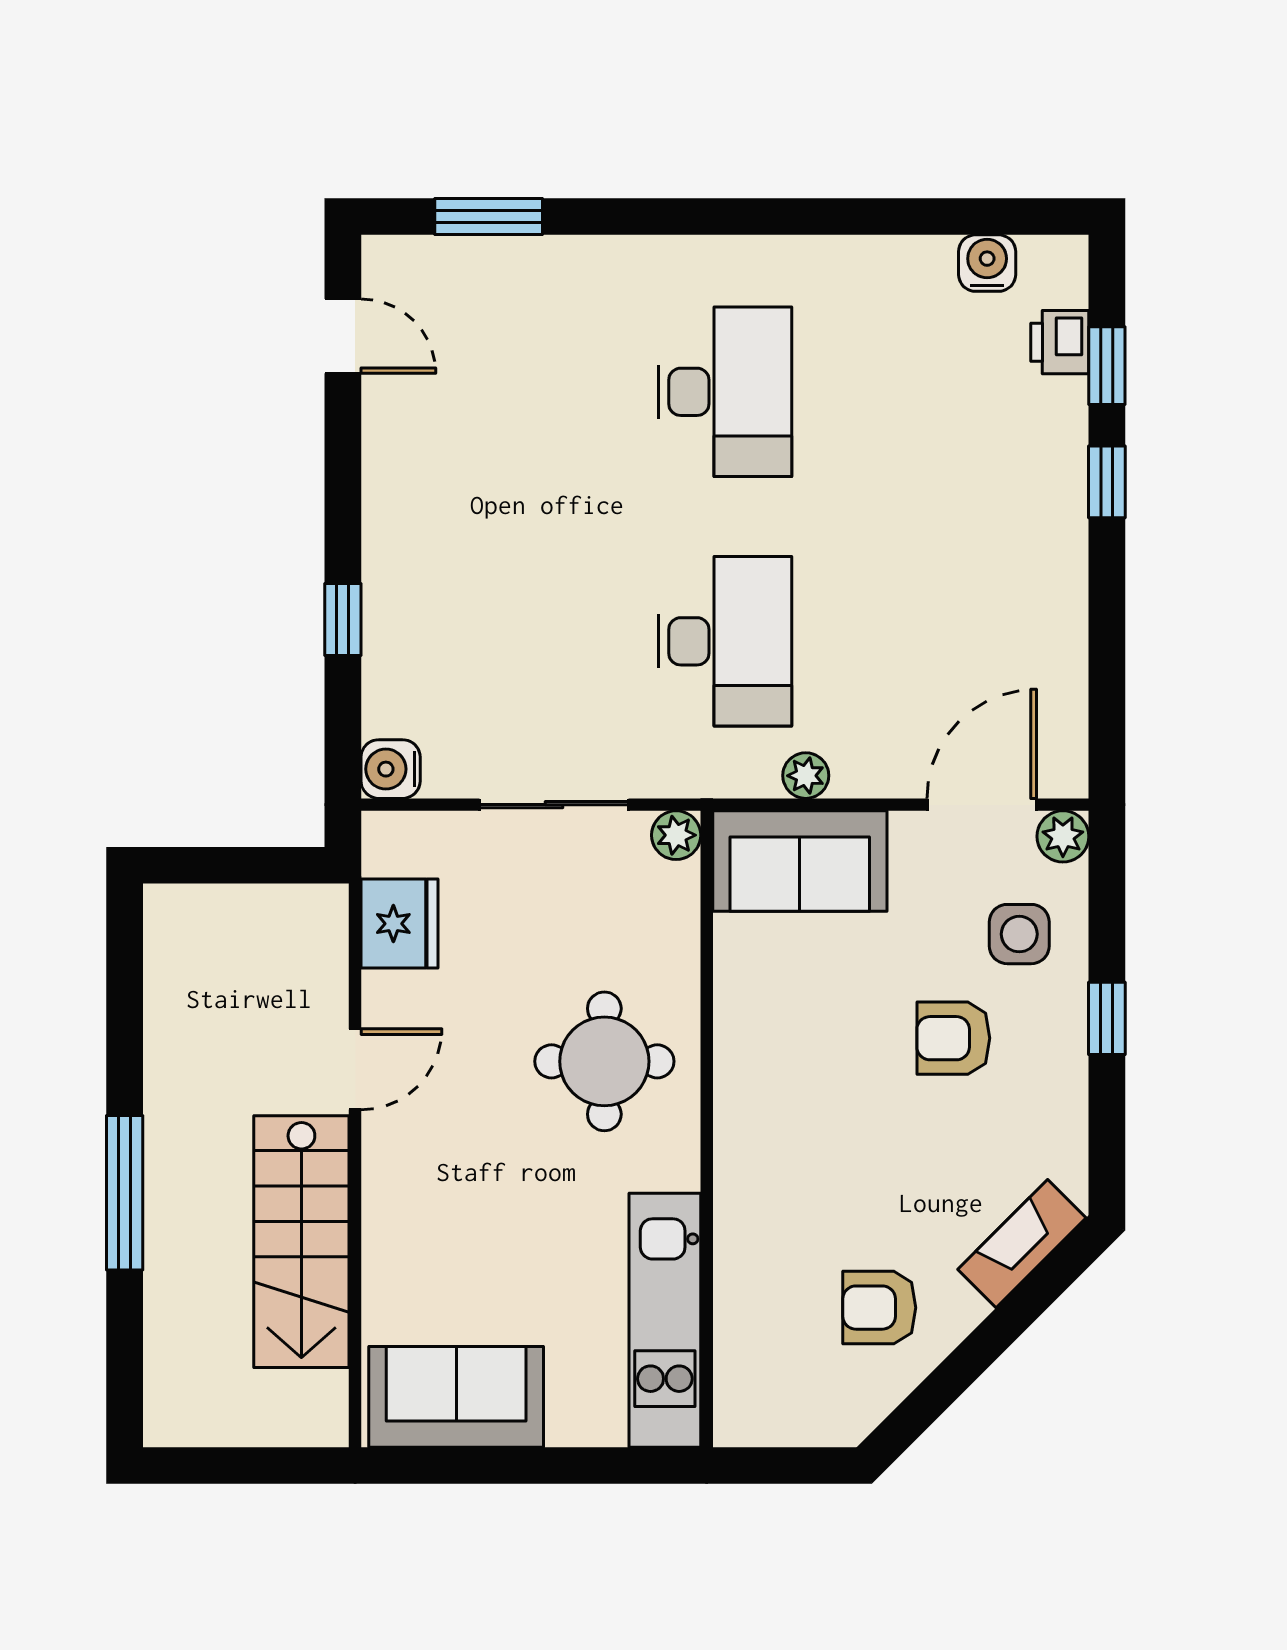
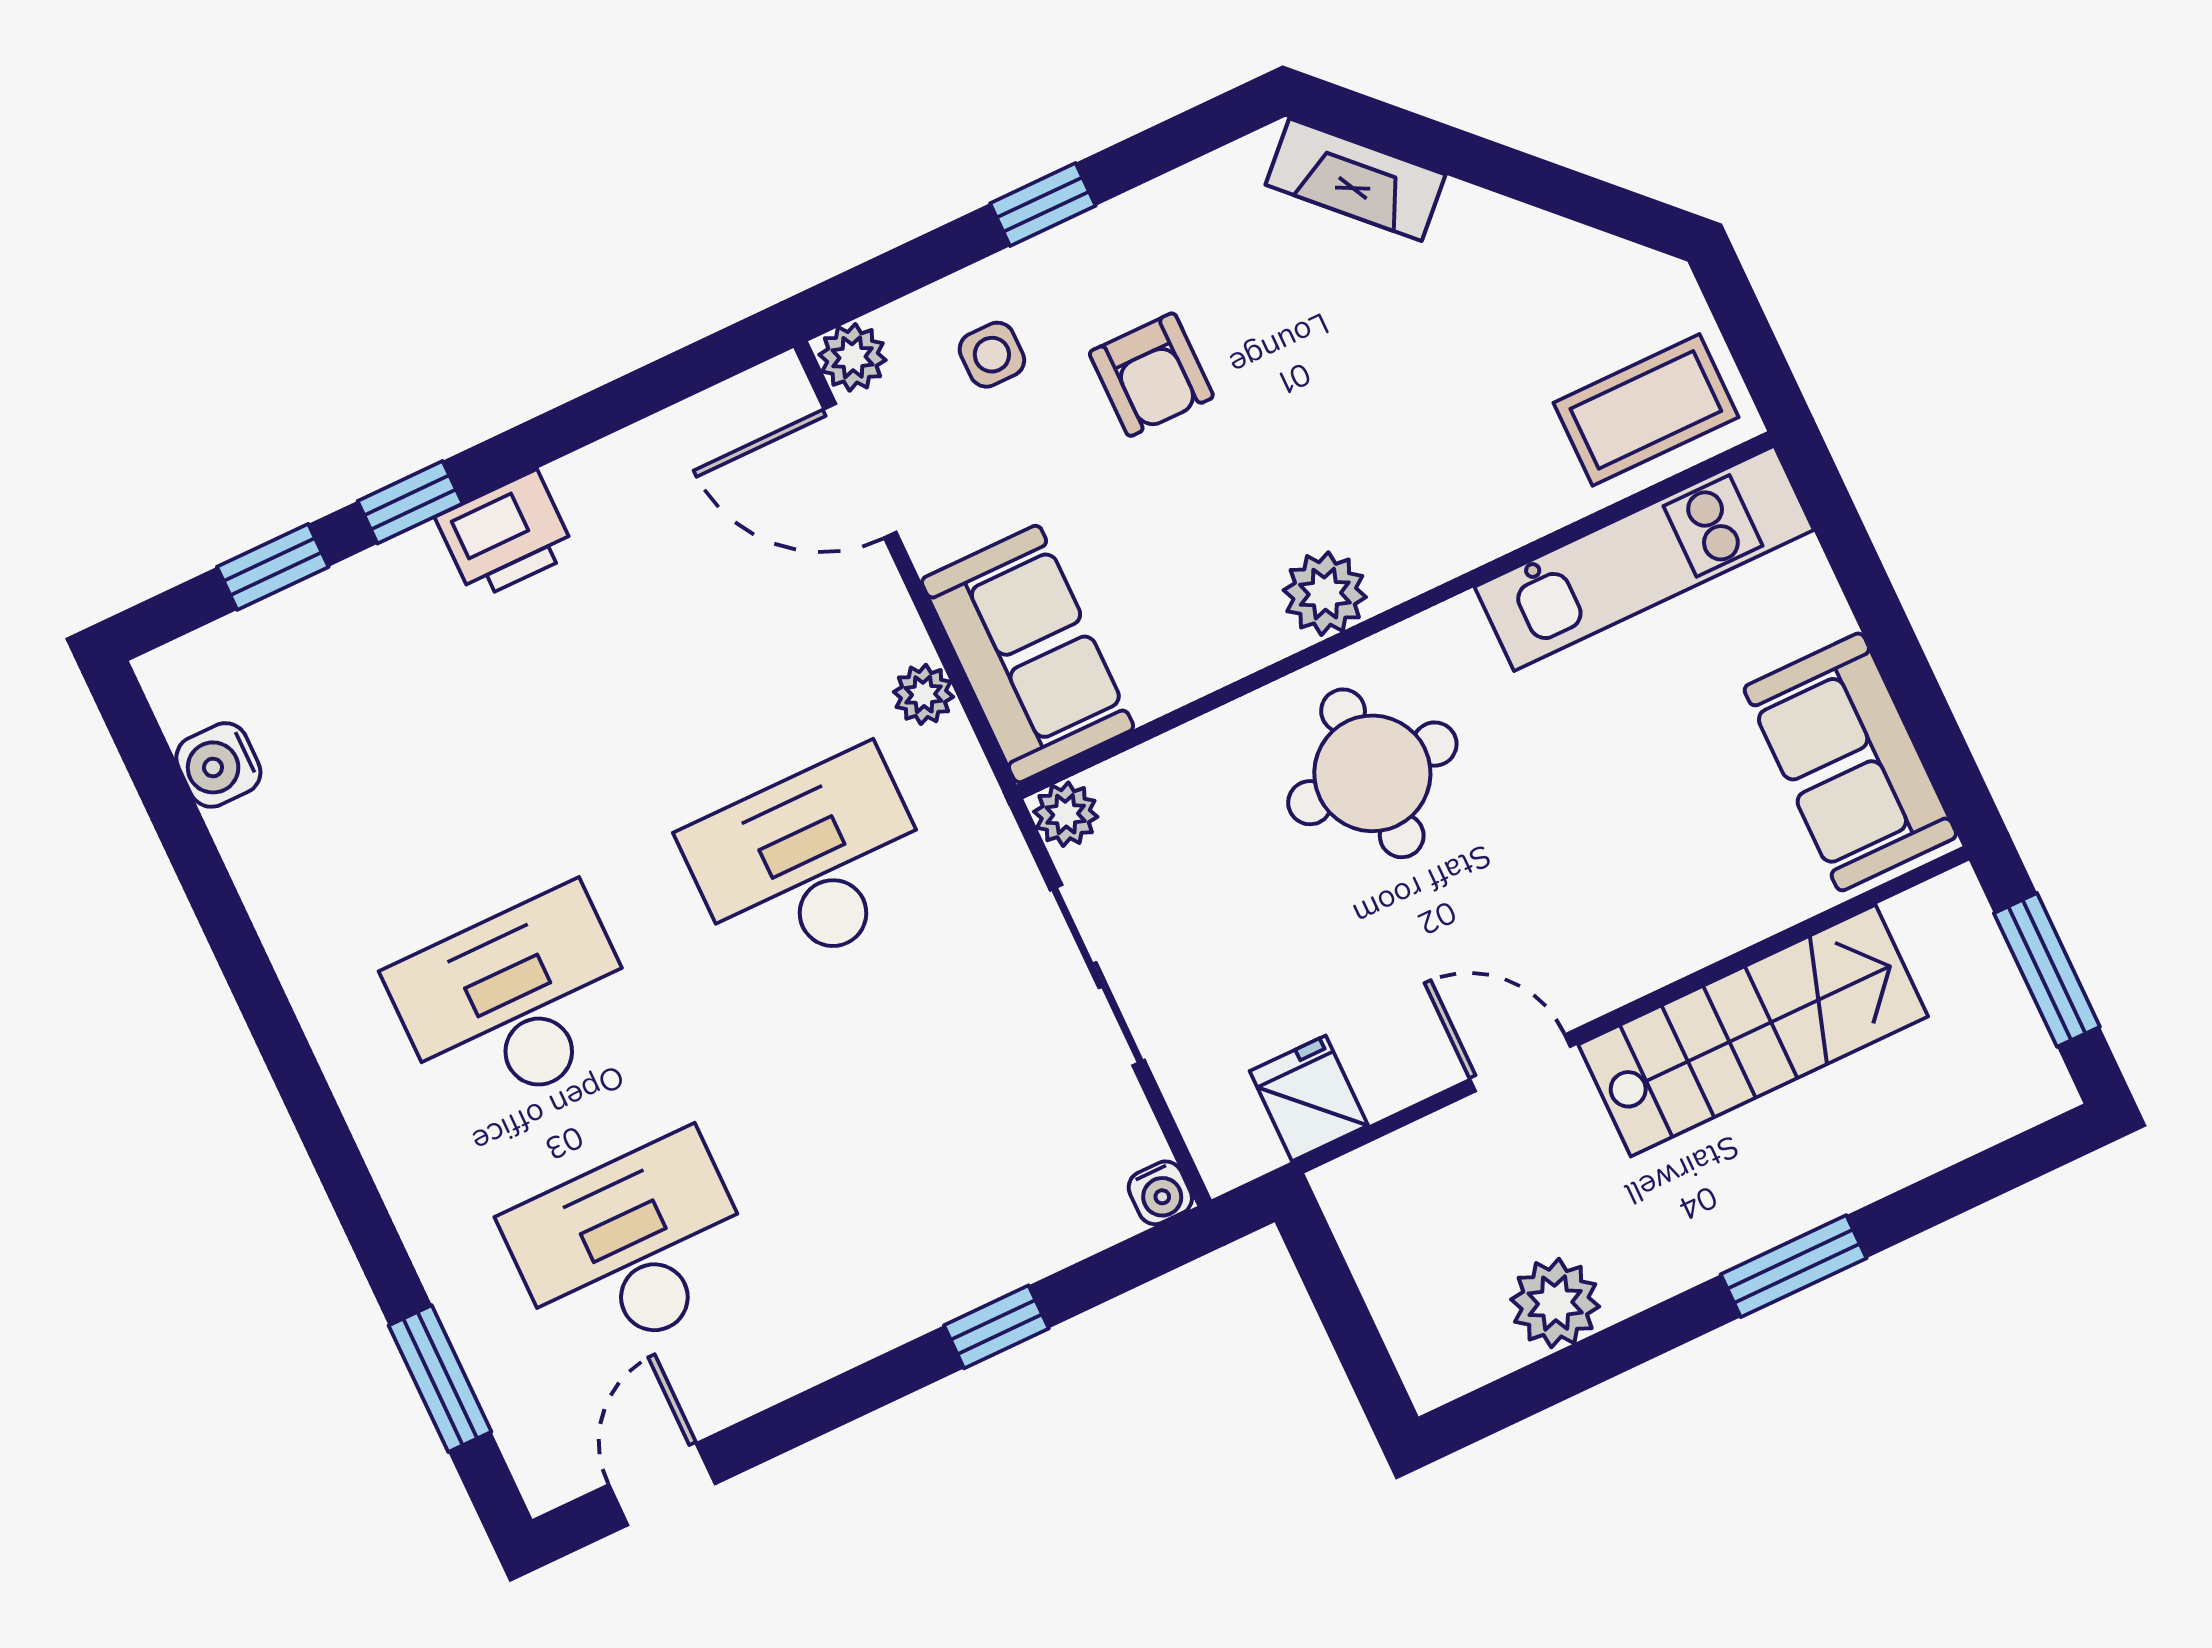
printer: (1060, 342) -> (506, 535), moved, width x1.36, depth x1.24
desk: (517, 392) -> (631, 1248), added
water cooler: (391, 769) -> (1160, 1193), width x0.72, depth x0.72
fridge: (399, 924) -> (1309, 1098), width x0.72
side table: (1019, 934) -> (992, 355), width x0.73, depth x0.73
plant: (177, 1015) -> (1555, 1303), added
plant: (745, 1087) -> (1325, 594), added
window: (125, 1193) -> (1794, 1266), width x0.69
armchair: (879, 1308) -> (1510, 312), removed
coffee table: (767, 1370) -> (1646, 410), added
window: (248, 1465) -> (2047, 970), added

